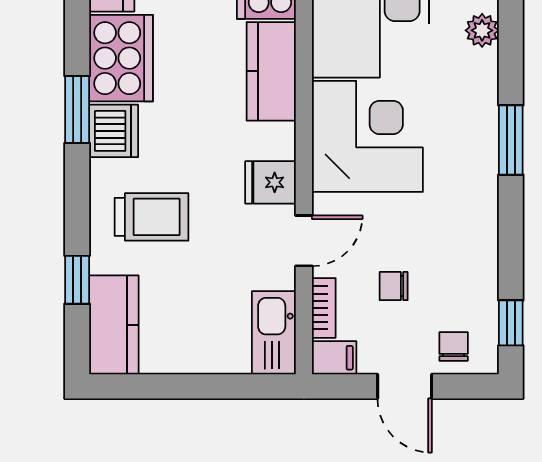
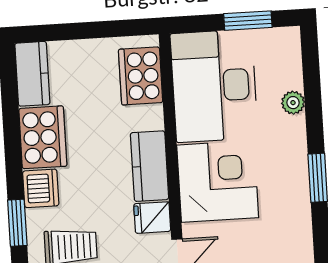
kitchen counter: (271, 71) -> (150, 166), moved
window: (77, 109) -> (17, 223), moved

